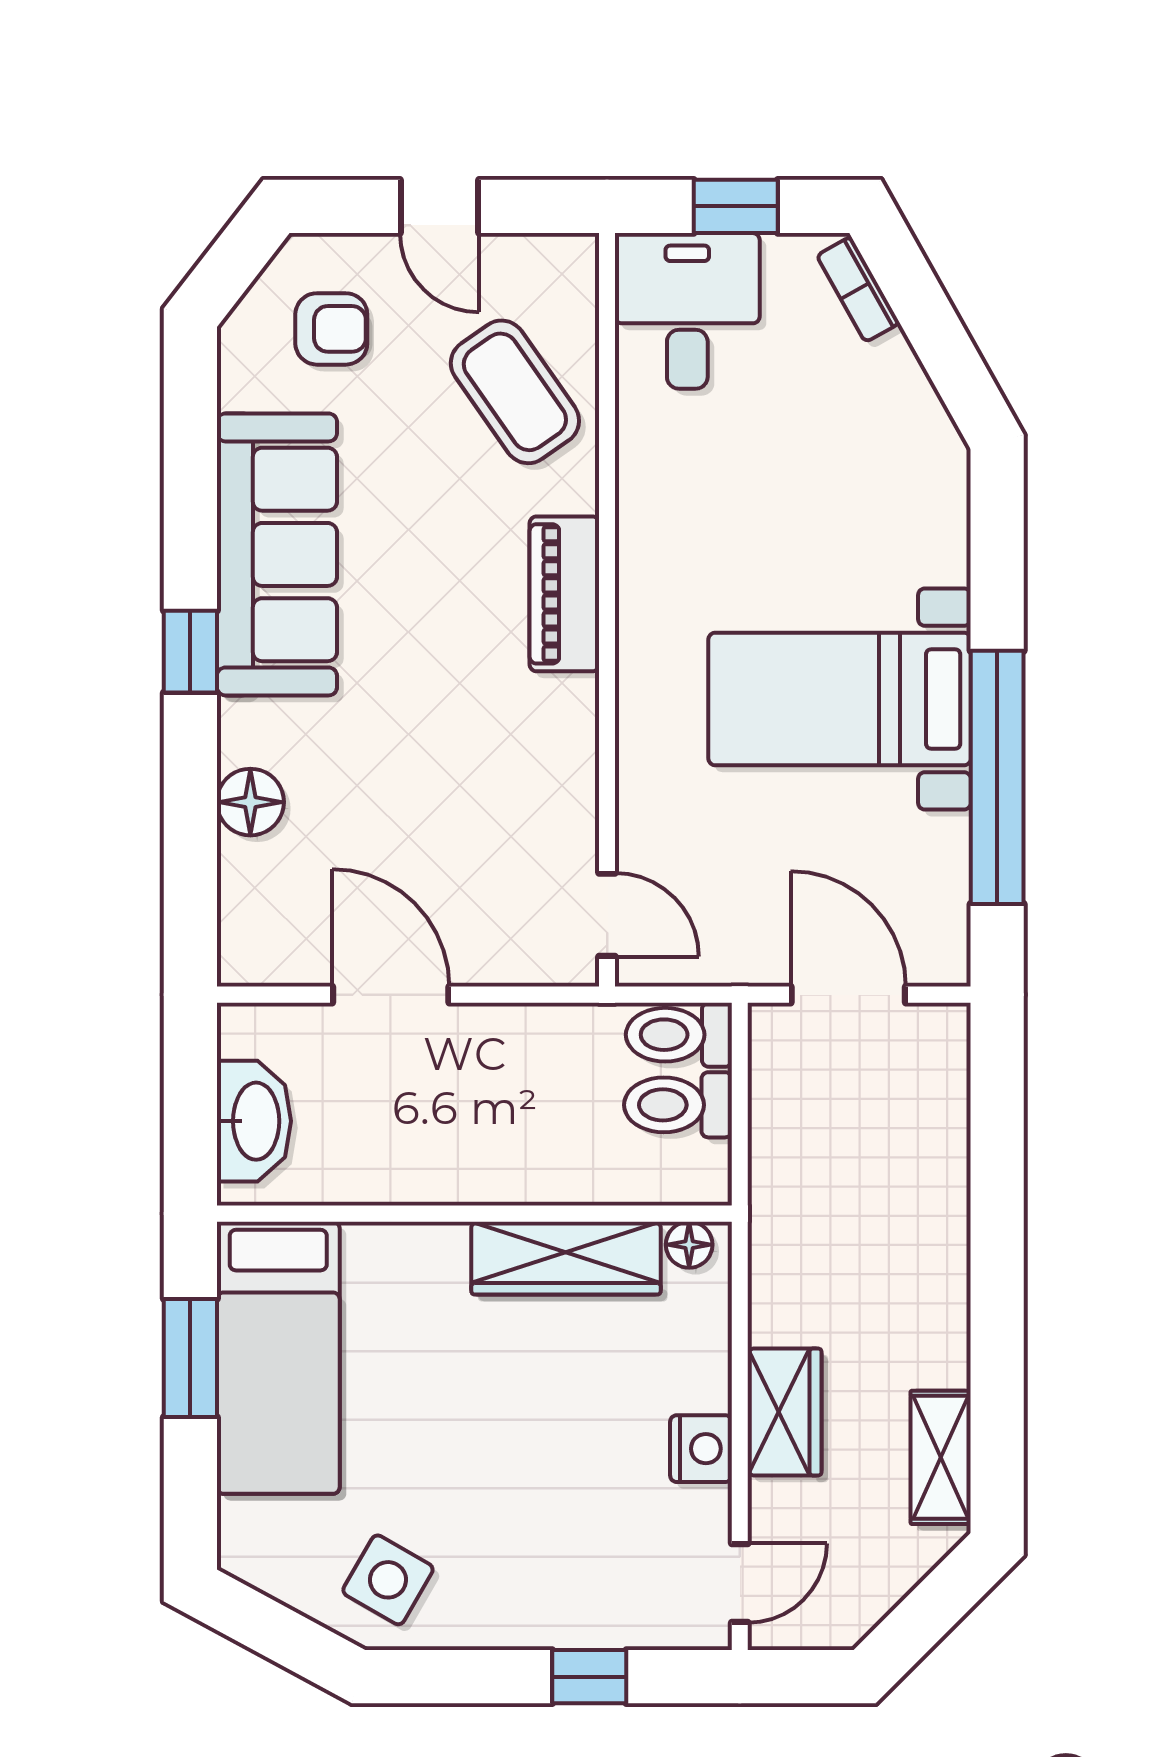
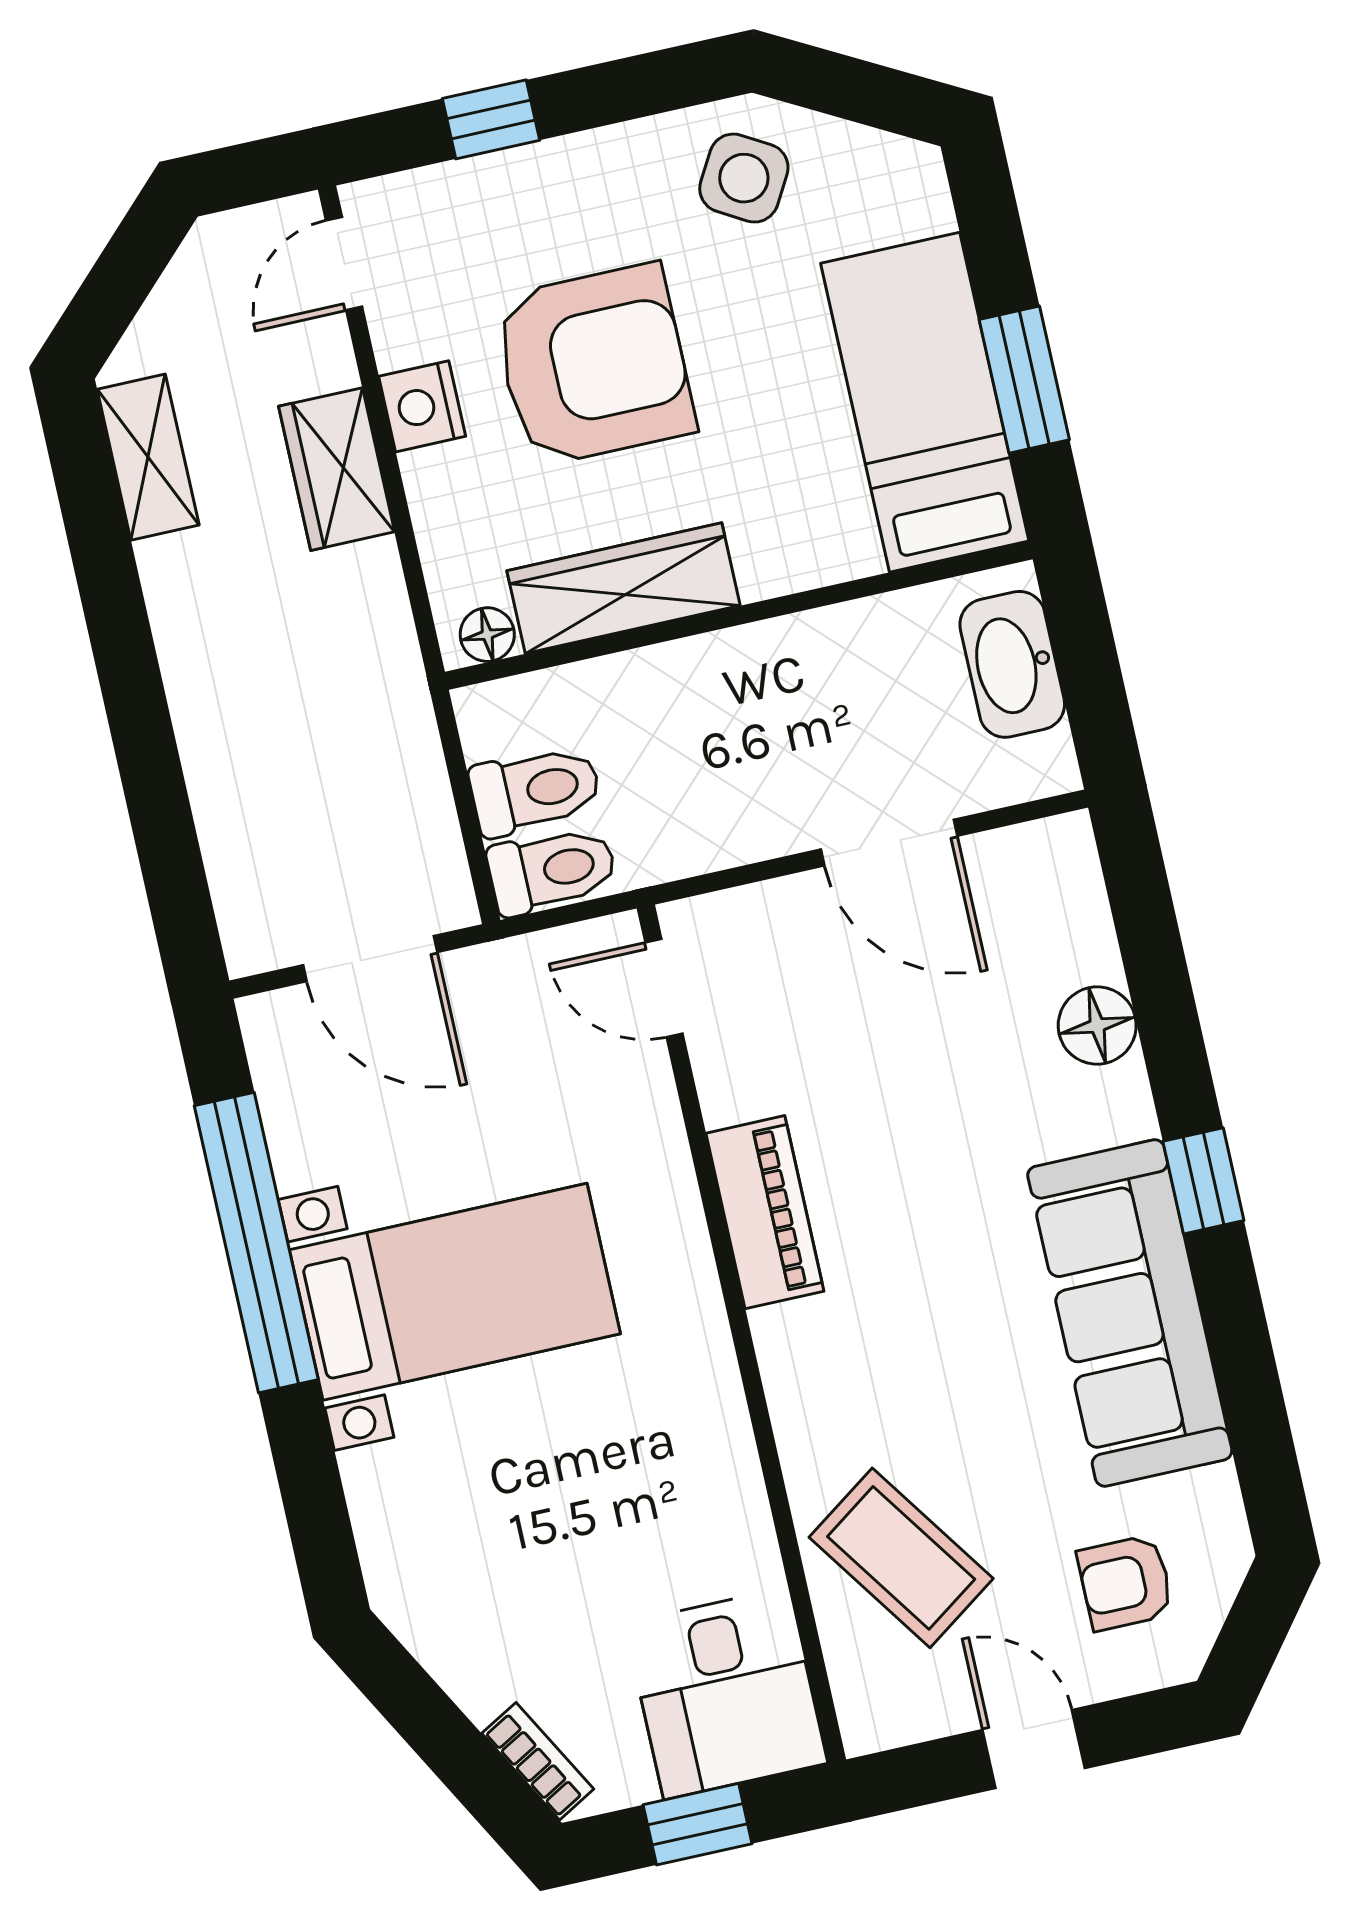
piano: (564, 594) -> (765, 1212), moved
armchair: (549, 1451) -> (594, 365), added

